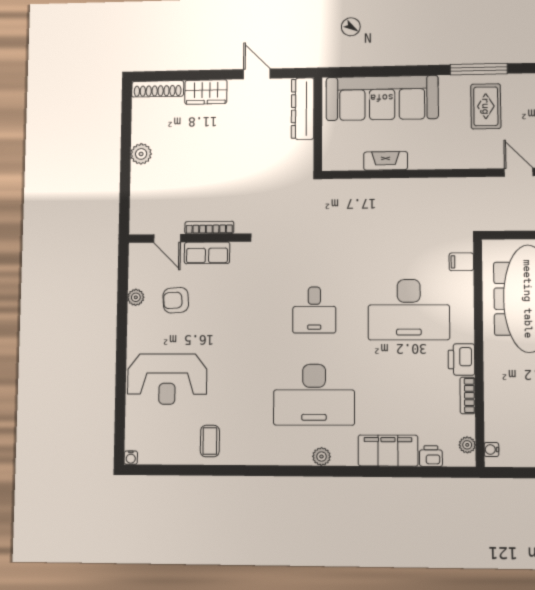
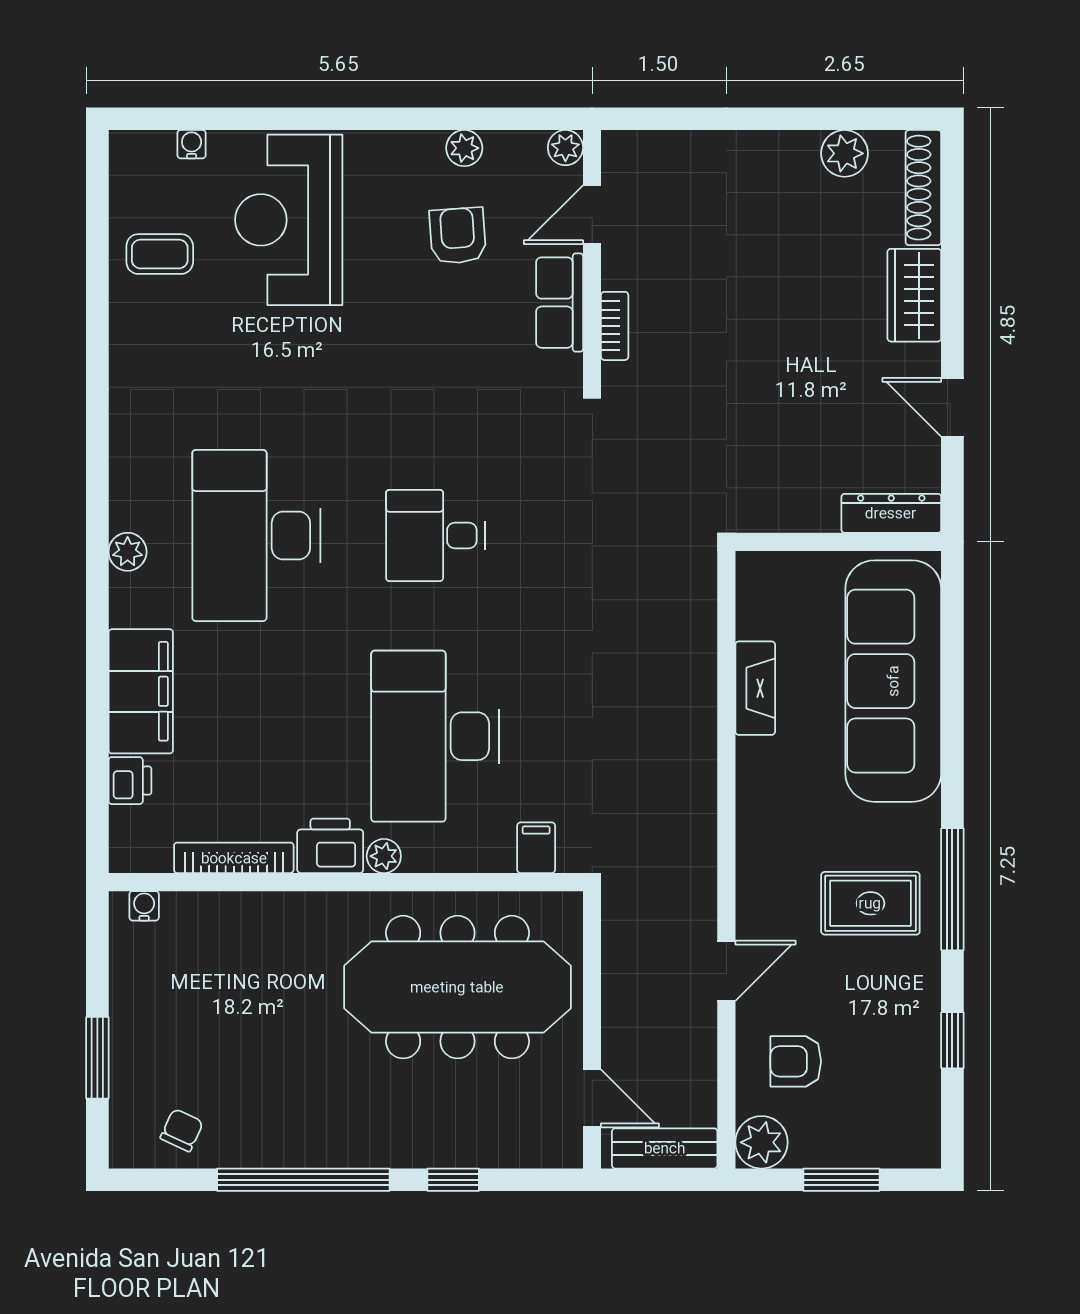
door: (257, 74) -> (952, 407), swing flipped
dresser: (303, 109) -> (891, 513), width x0.73, depth x0.80
plant: (141, 154) -> (845, 153), moved
bookcase: (209, 228) -> (615, 326), width x0.64
plant: (137, 251) -> (565, 148), added
bookcase: (468, 395) -> (234, 858), width x1.56
coffee table: (210, 441) -> (160, 254), moved
plant: (467, 445) -> (384, 856), moved
water cooler: (131, 458) -> (192, 144), moved, turned 90

